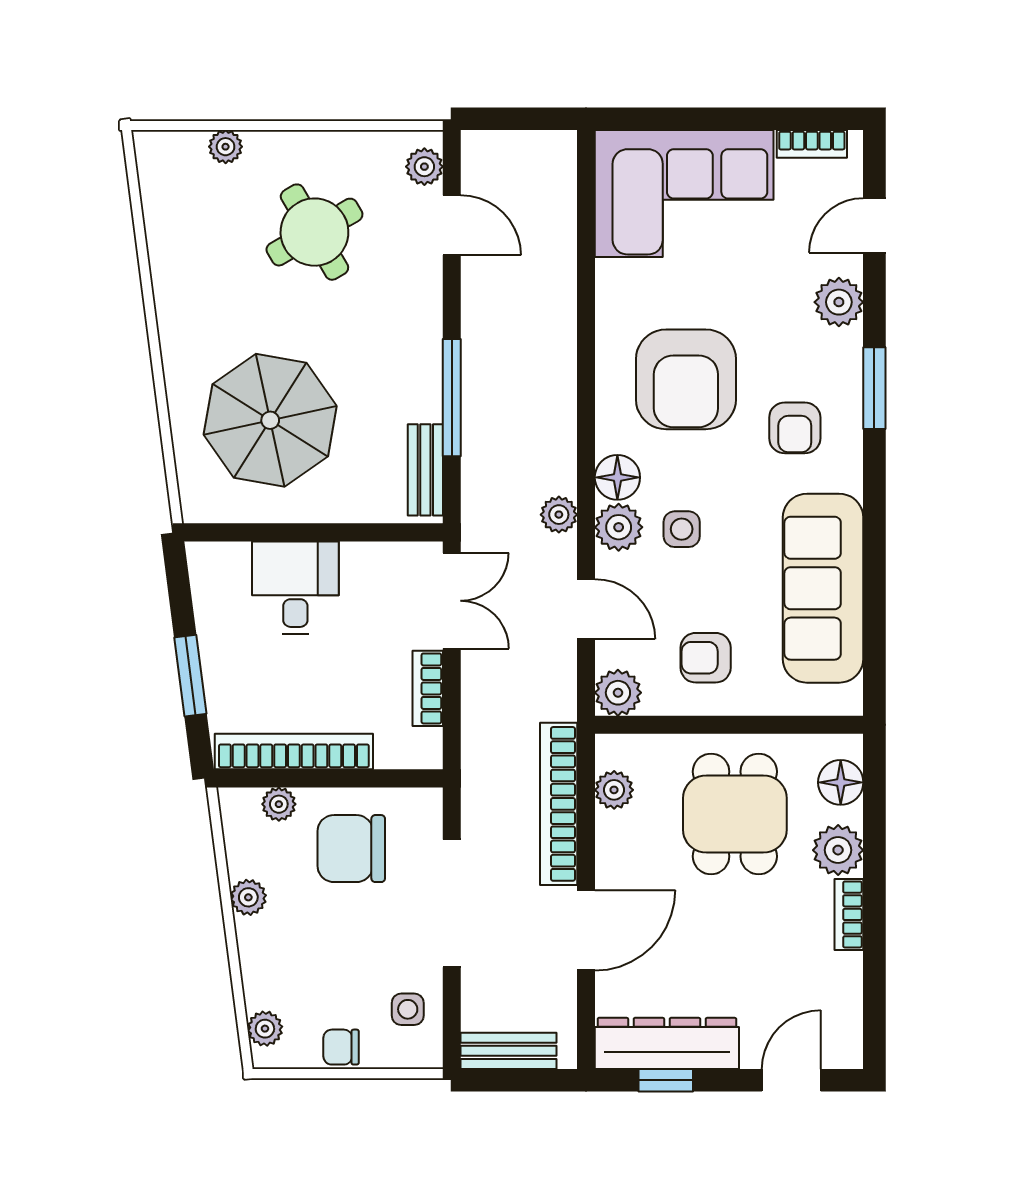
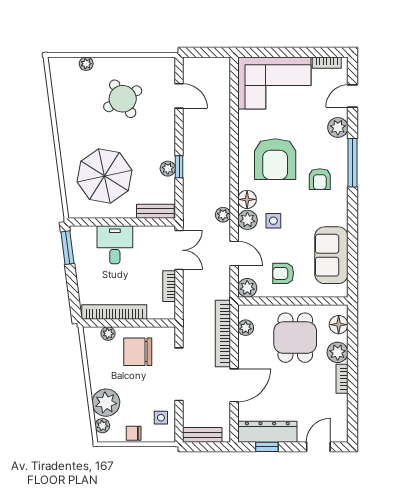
plant: (424, 167) -> (168, 169), moved
window: (874, 388) -> (352, 163), width x1.44
window: (452, 398) -> (179, 167), width x0.46
bench: (425, 470) -> (155, 211), moved, turned 90
sofa: (823, 588) -> (331, 255), width x0.73
window: (190, 676) -> (67, 248), moved
plant: (248, 897) -> (106, 403), moved, width x1.87, depth x1.87

